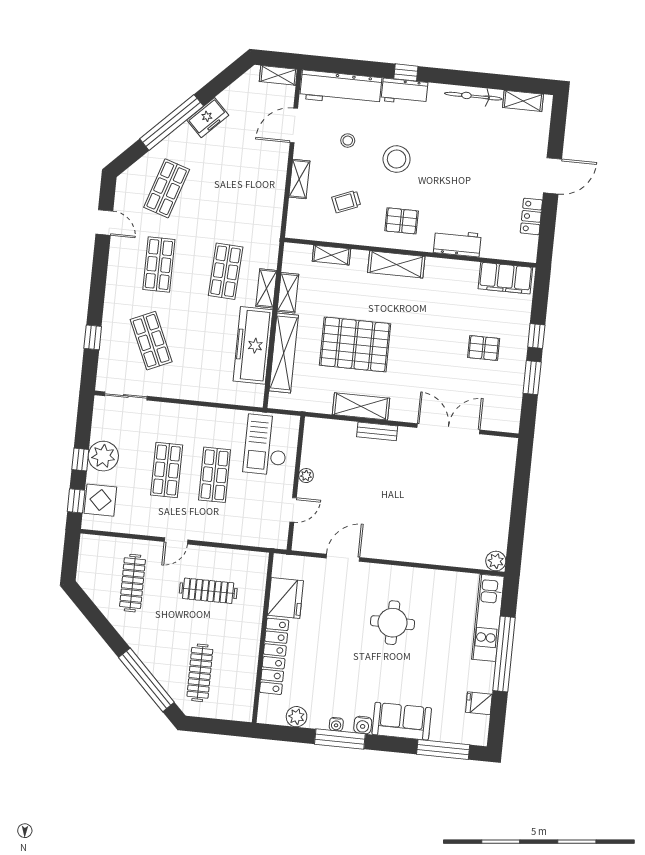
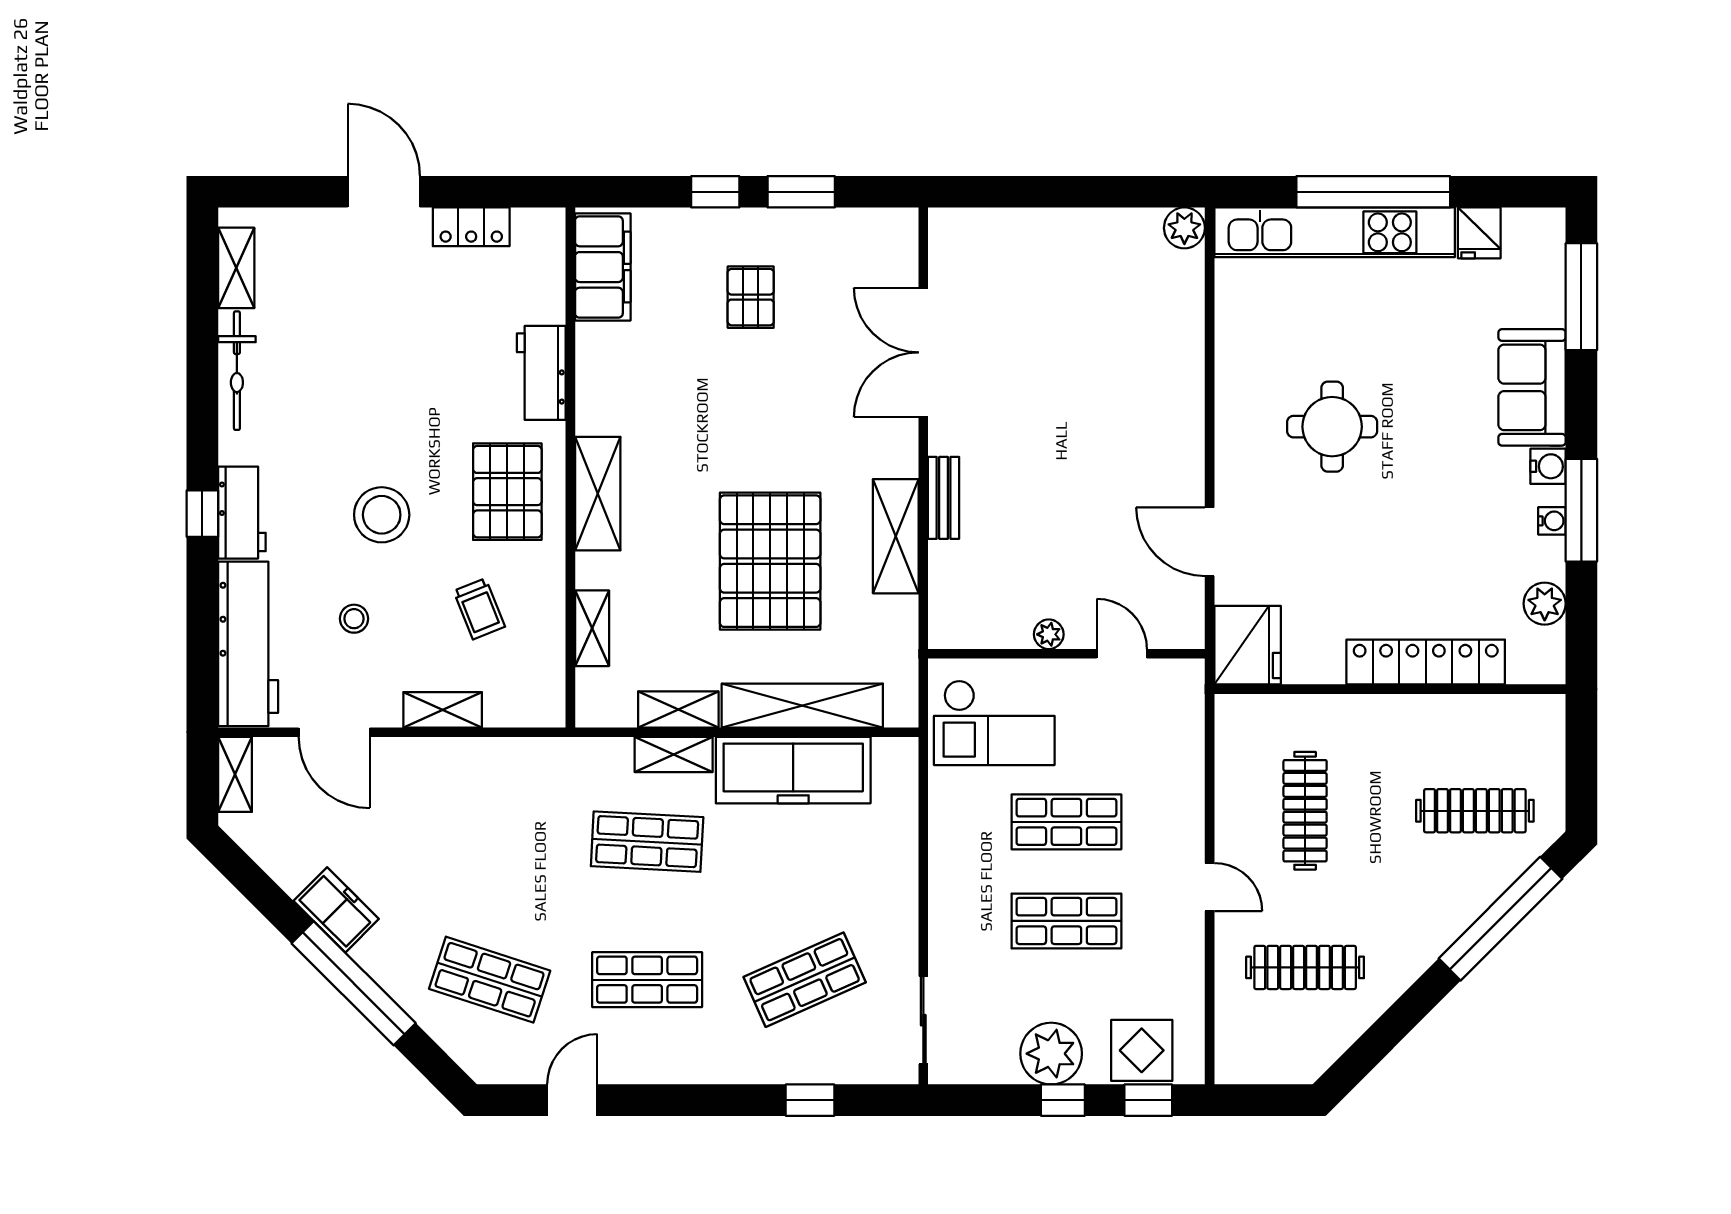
pallet: (402, 221) -> (507, 492), width x1.50, depth x1.42
fridge: (285, 598) -> (1248, 645), moved, turned 90
kitchen unit: (488, 618) -> (1335, 232), width x1.36

